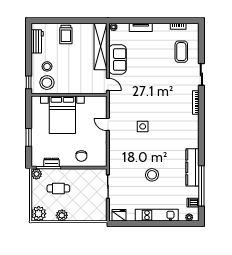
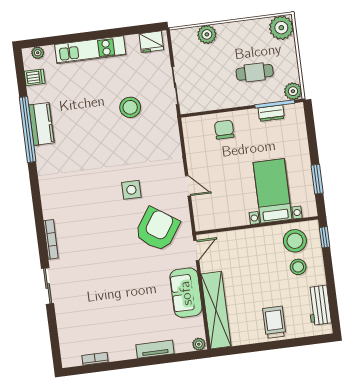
coffee table: (181, 52) -> (85, 319), removed
door: (108, 84) -> (196, 250), swing flipped
armchair: (130, 100) -> (157, 229), added
bed with nightstands: (62, 115) -> (273, 191), width x0.73
window: (29, 137) -> (317, 179), moved
kitchen counter: (192, 167) -> (41, 124), width x0.67
stool: (152, 175) -> (130, 107), moved
window: (201, 186) -> (28, 129), moved
plant: (62, 215) -> (207, 34), moved

